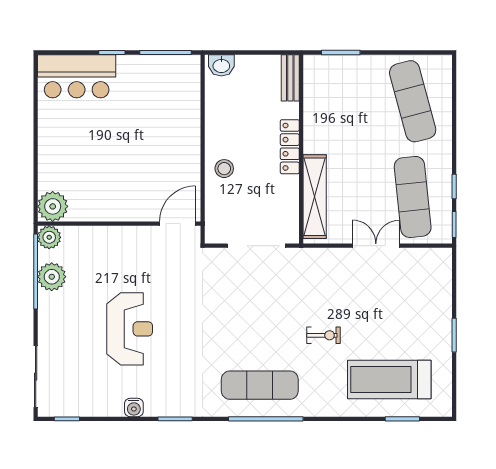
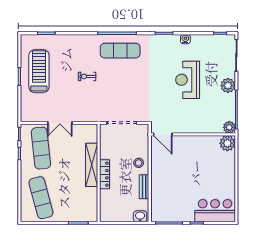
bench: (290, 78) -> (144, 187), moved
shelving: (315, 197) -> (92, 165), moved
door: (178, 224) -> (163, 134), hinge flipped
plant: (52, 277) -> (228, 86), moved
treadmill: (389, 380) -> (39, 71), moved, turned -90

